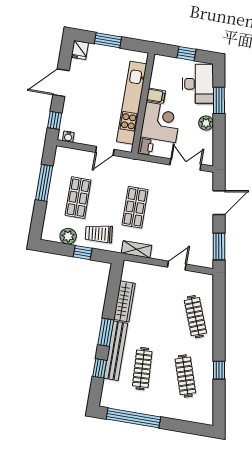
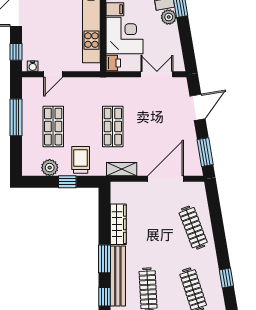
plant: (206, 123) -> (169, 17), moved
door: (105, 151) -> (53, 74), moved
trolley: (99, 234) -> (81, 160), turned 96
door: (177, 266) -> (166, 179), width x1.87

